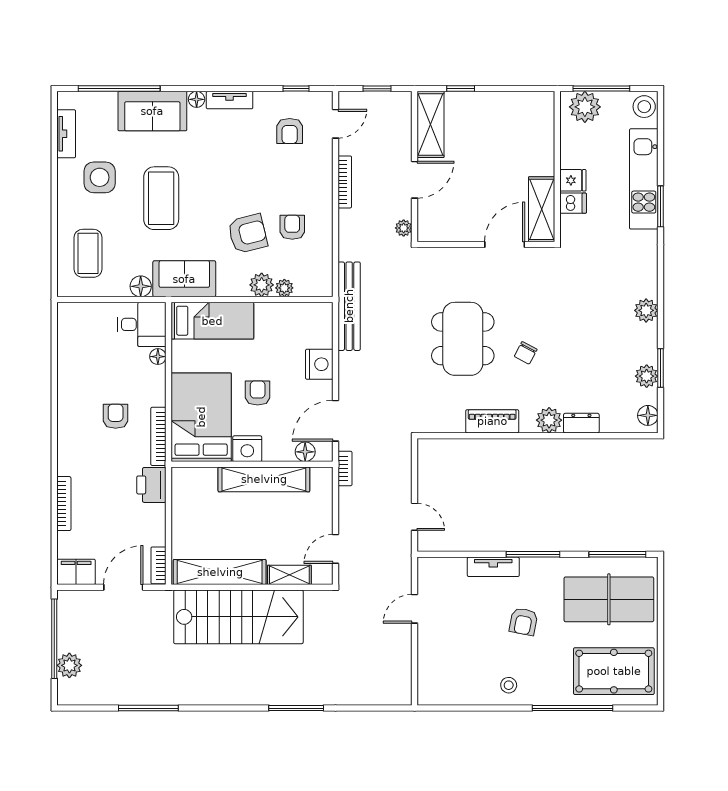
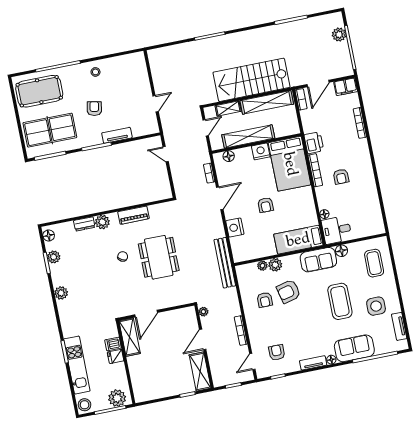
bed: (201, 417) -> (290, 164), moved
nightstand: (247, 449) -> (261, 151), moved
floor lamp: (305, 452) -> (229, 156), moved
wall: (252, 464) -> (256, 143), moved
shelving: (264, 479) -> (248, 136), moved

